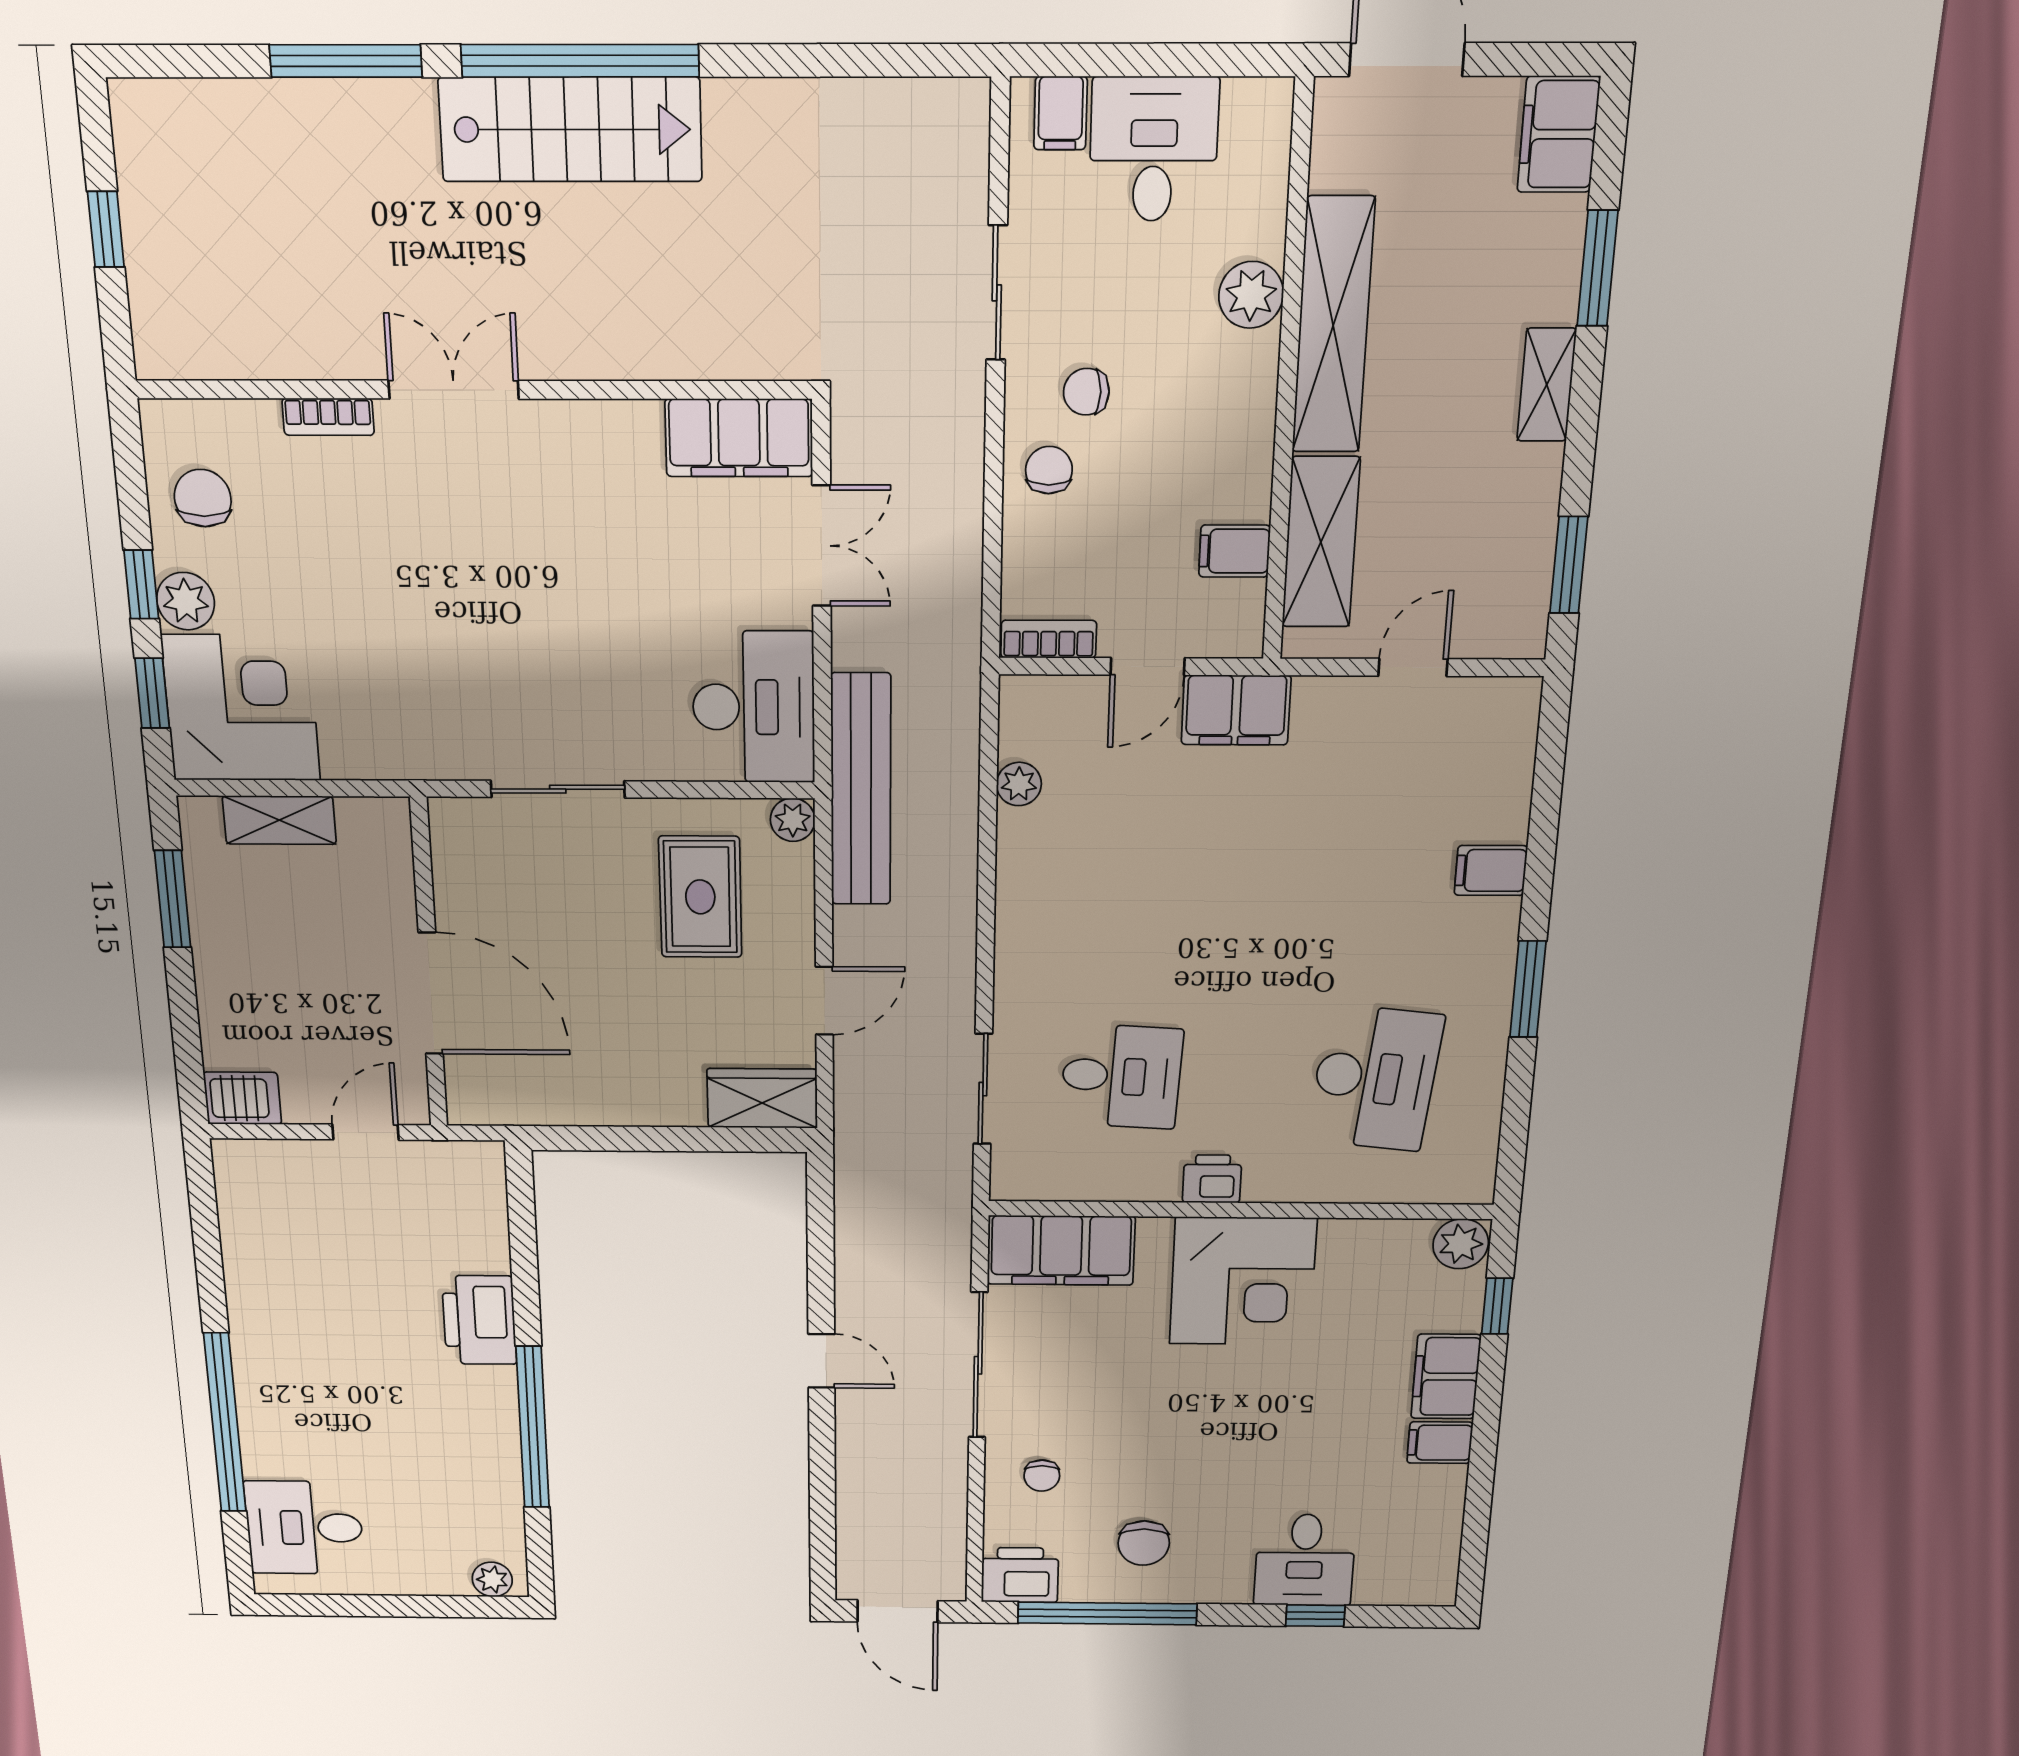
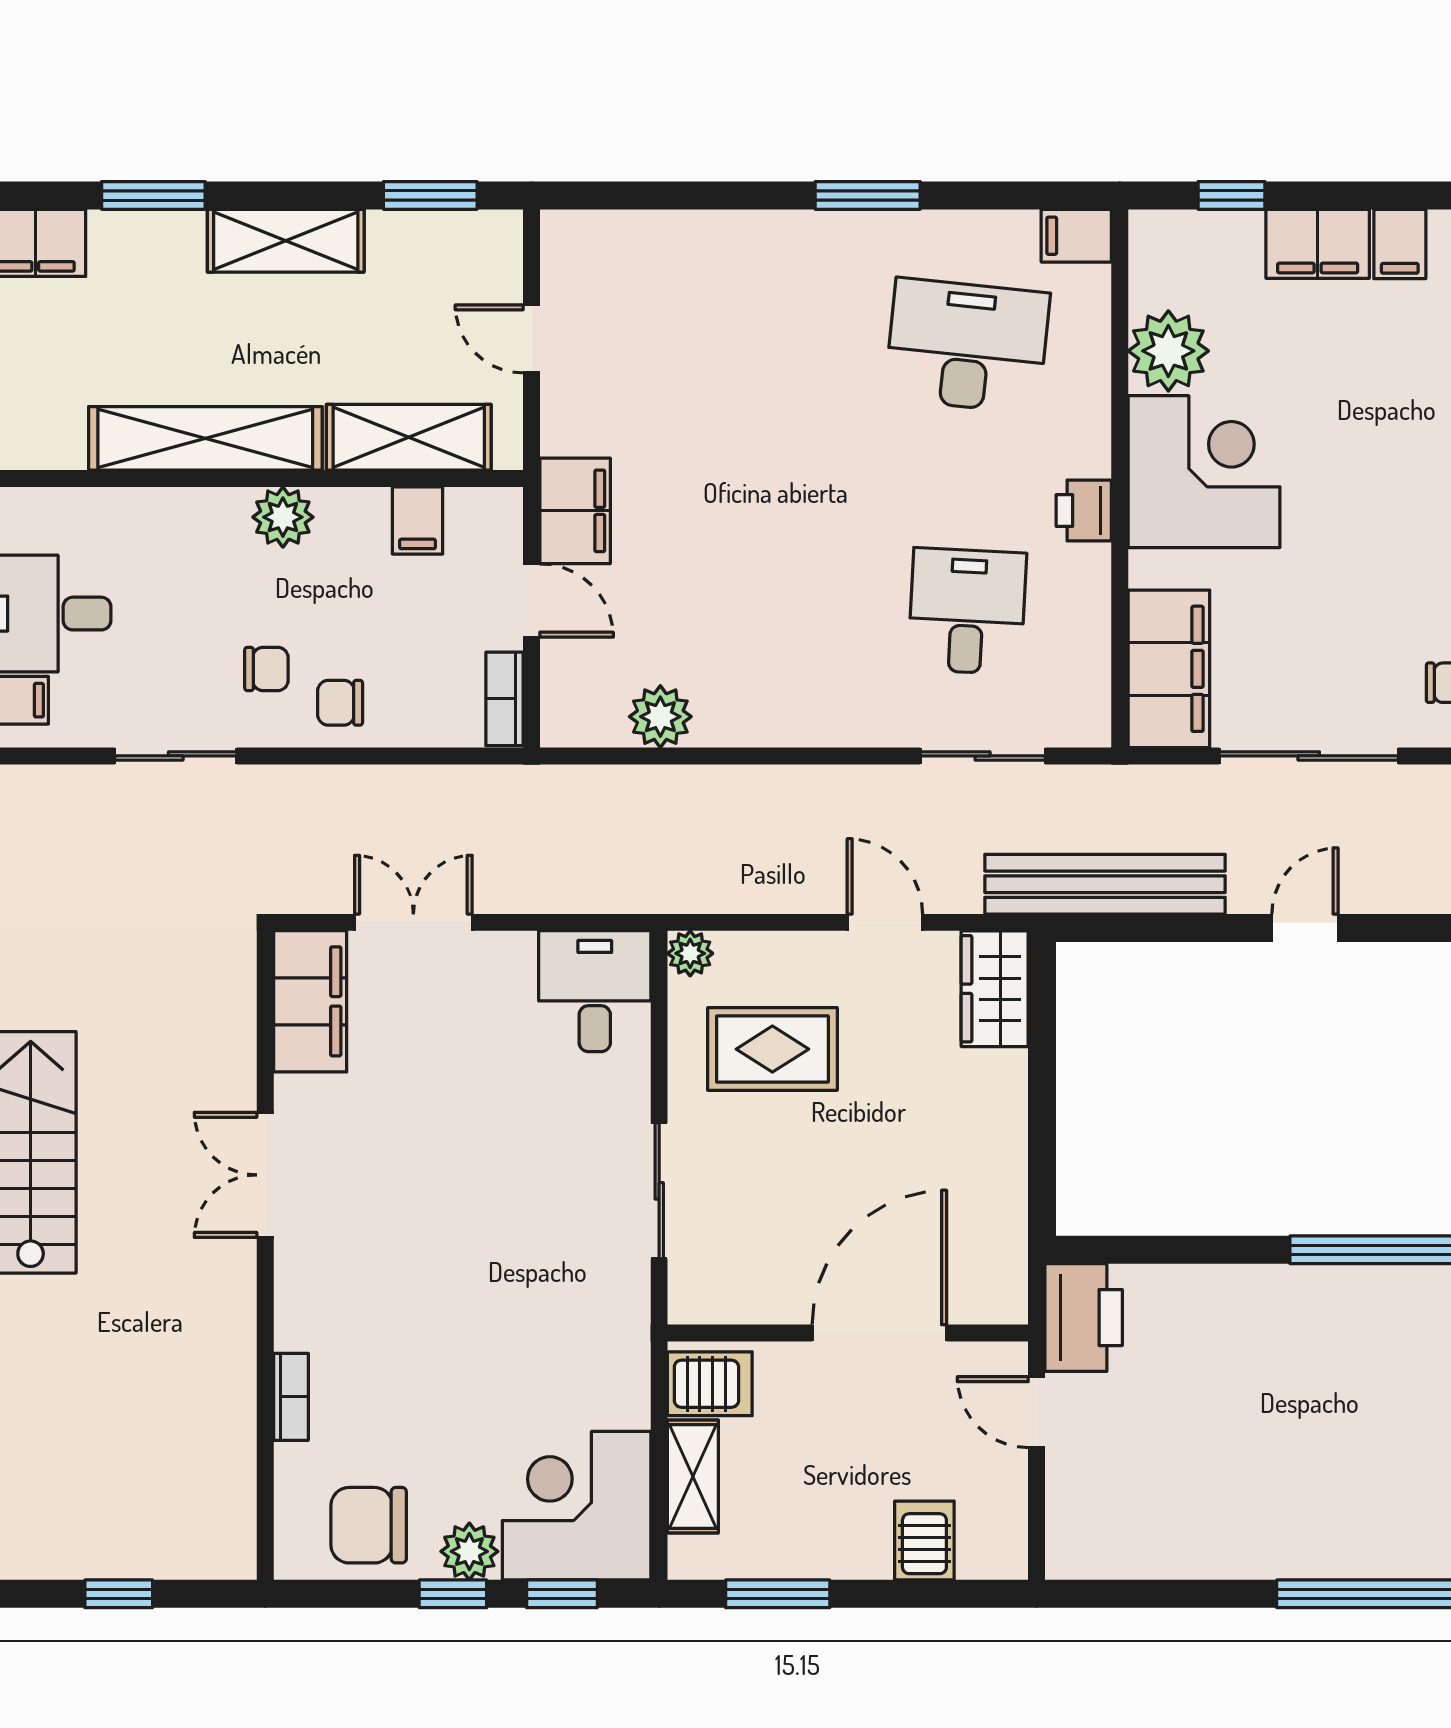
plant: (1251, 295) -> (283, 517), moved
shelving: (1547, 385) -> (286, 241), width x1.50, depth x1.33
double door: (454, 390) -> (265, 1175), moved
chair: (1086, 392) -> (266, 669), turned -90
chair: (203, 498) -> (369, 1525), width x1.37, depth x1.37
desk: (754, 707) -> (595, 991), width x0.73
plant: (1019, 784) -> (660, 717), width x1.38, depth x1.38
bench: (861, 790) -> (1105, 884), moved
server rack: (371, 837) -> (710, 1384), added
filing cabinet: (1491, 871) -> (1076, 236), moved, turned 90
server rack: (242, 1098) -> (924, 1541), moved
plant: (1461, 1244) -> (1168, 351), moved, width x1.36, depth x1.36
printer: (479, 1320) -> (1084, 1318), moved, turned -90

